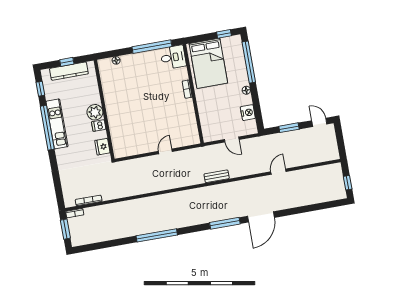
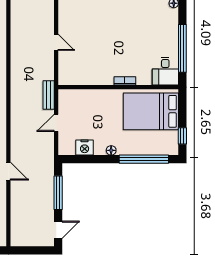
window: (289, 128) -> (58, 193), width x1.44
bench: (217, 176) -> (49, 95), moved

